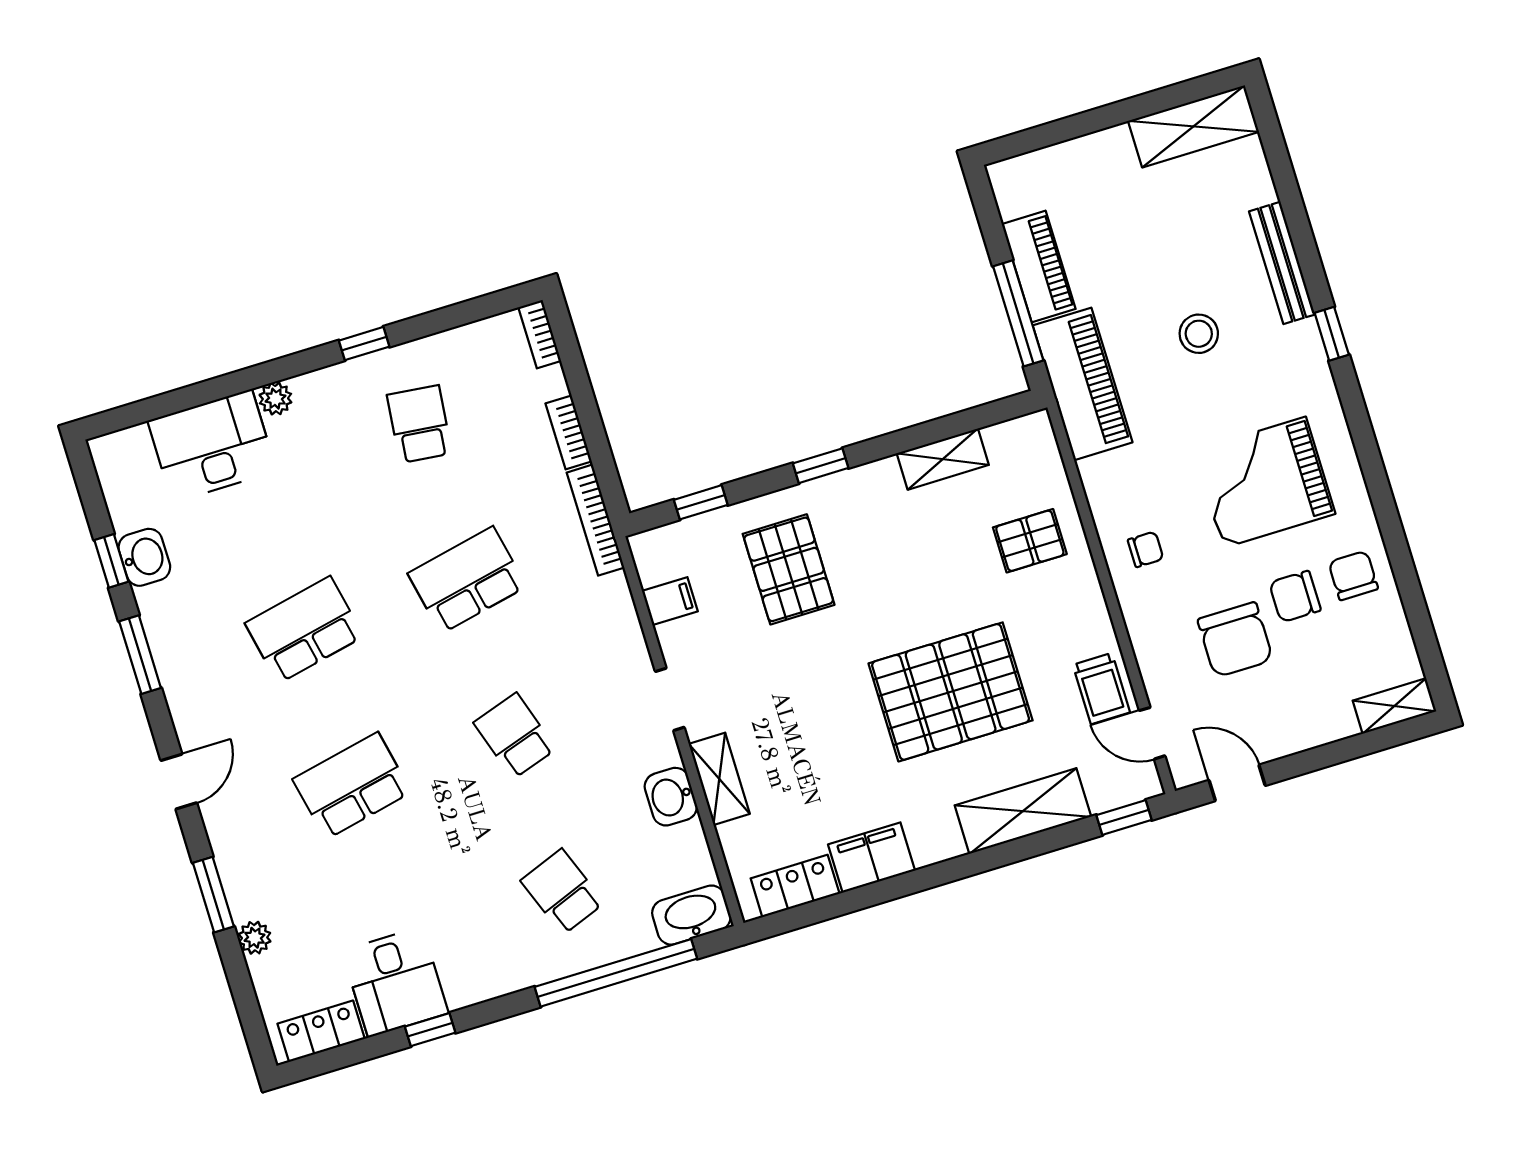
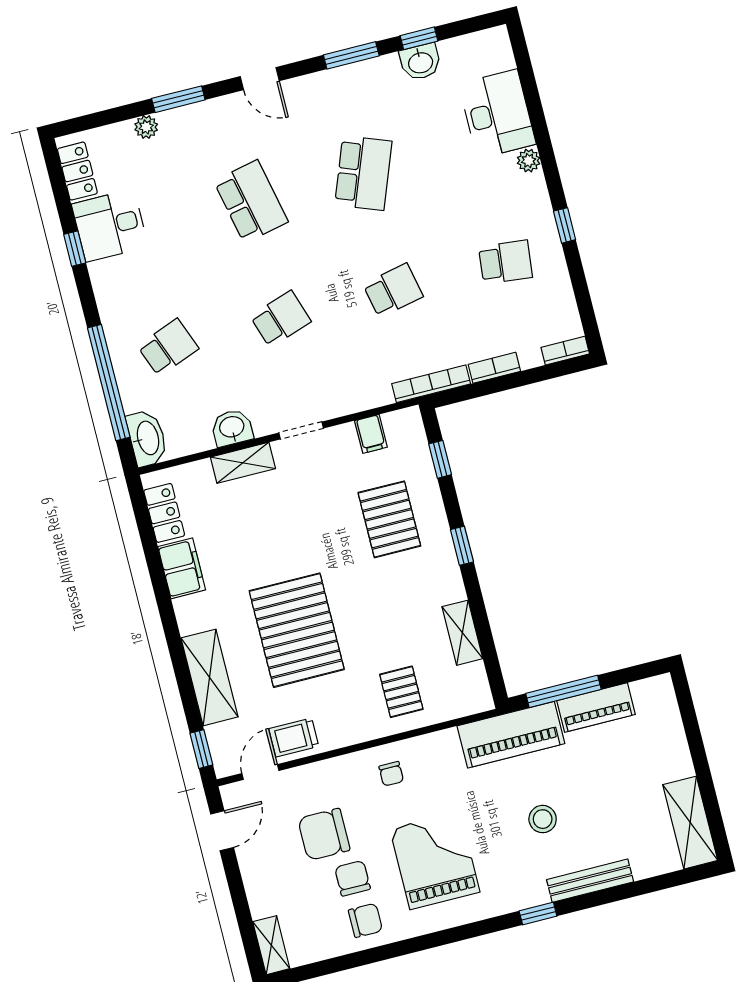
pallet: (789, 569) -> (389, 519), turned 90
school desk: (467, 580) -> (393, 290), width x0.54
school desk: (304, 630) -> (363, 173), turned 33

